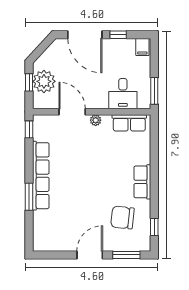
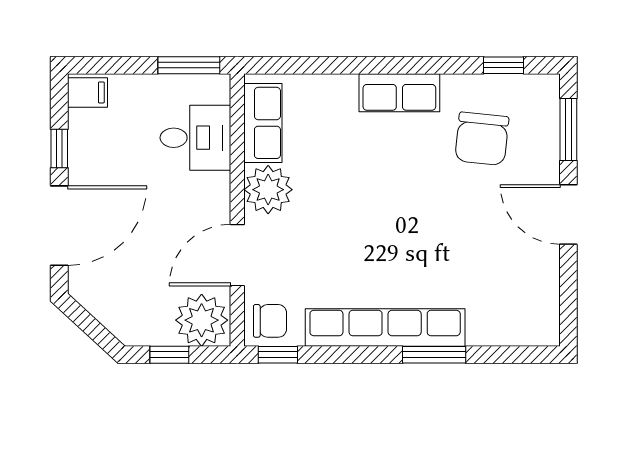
plant: (44, 81) -> (202, 320), moved
plant: (96, 120) -> (268, 190), width x1.88, depth x1.88
chair: (44, 126) -> (270, 321), added

